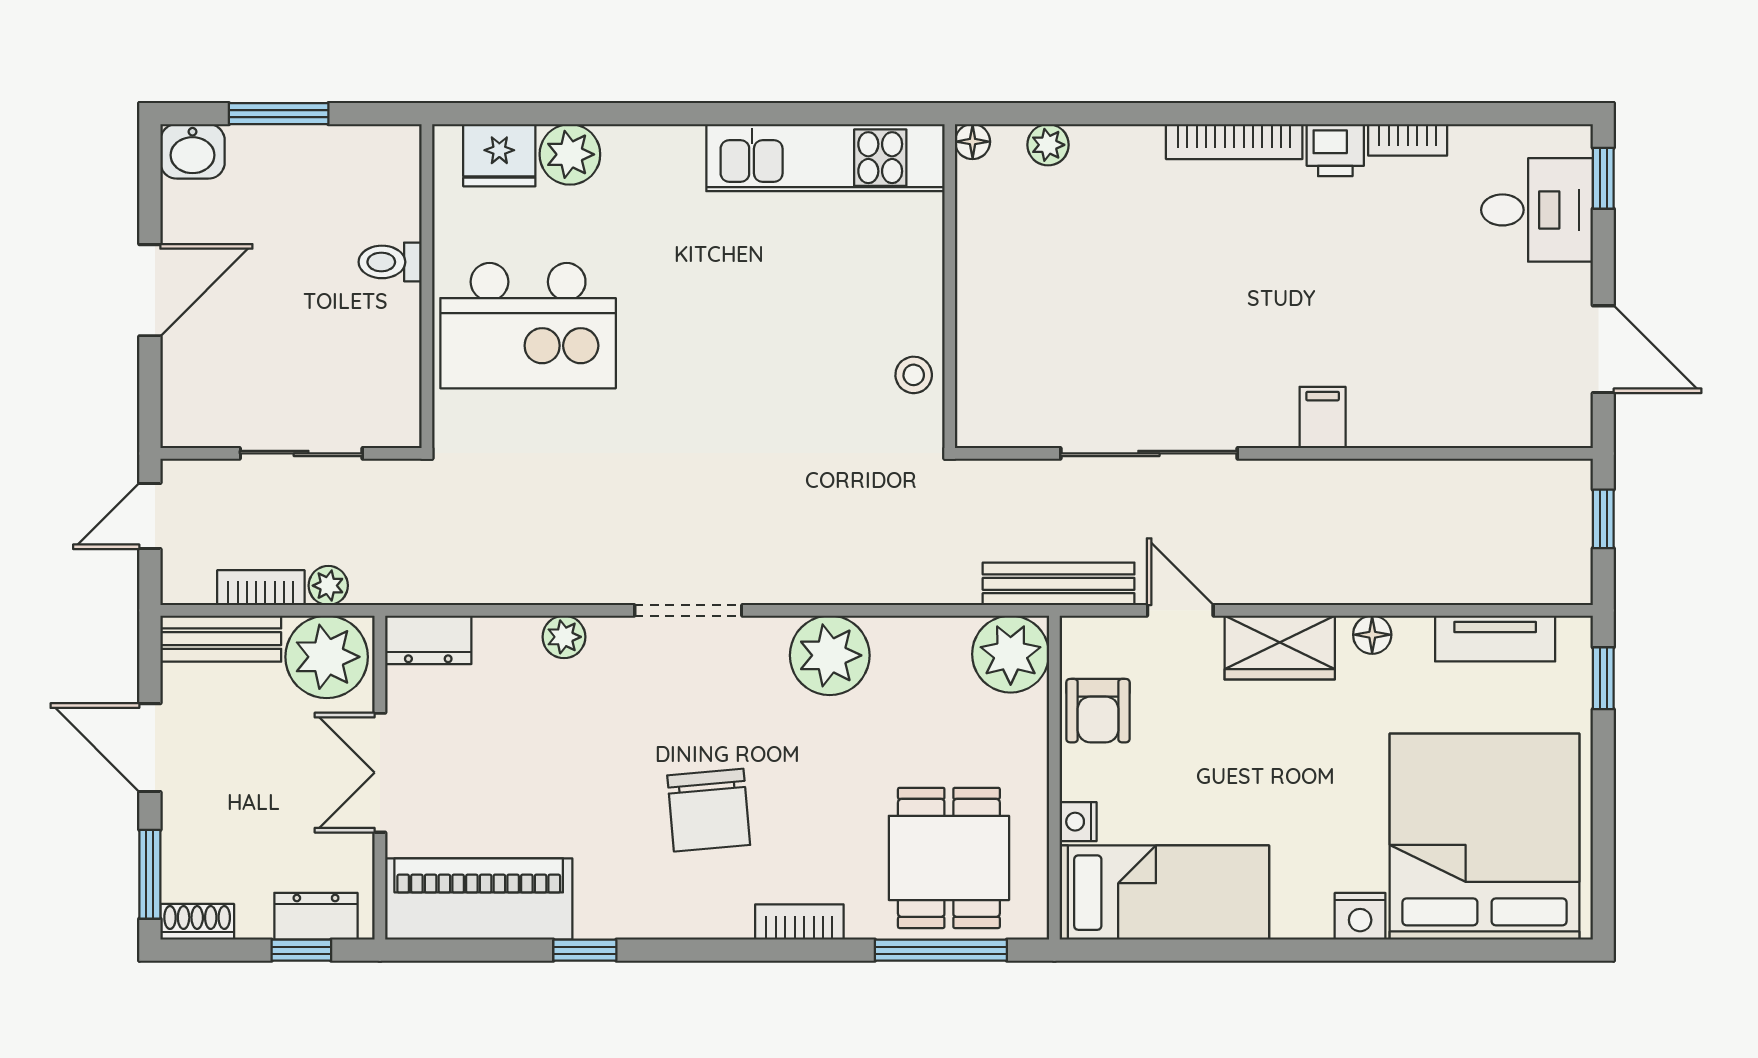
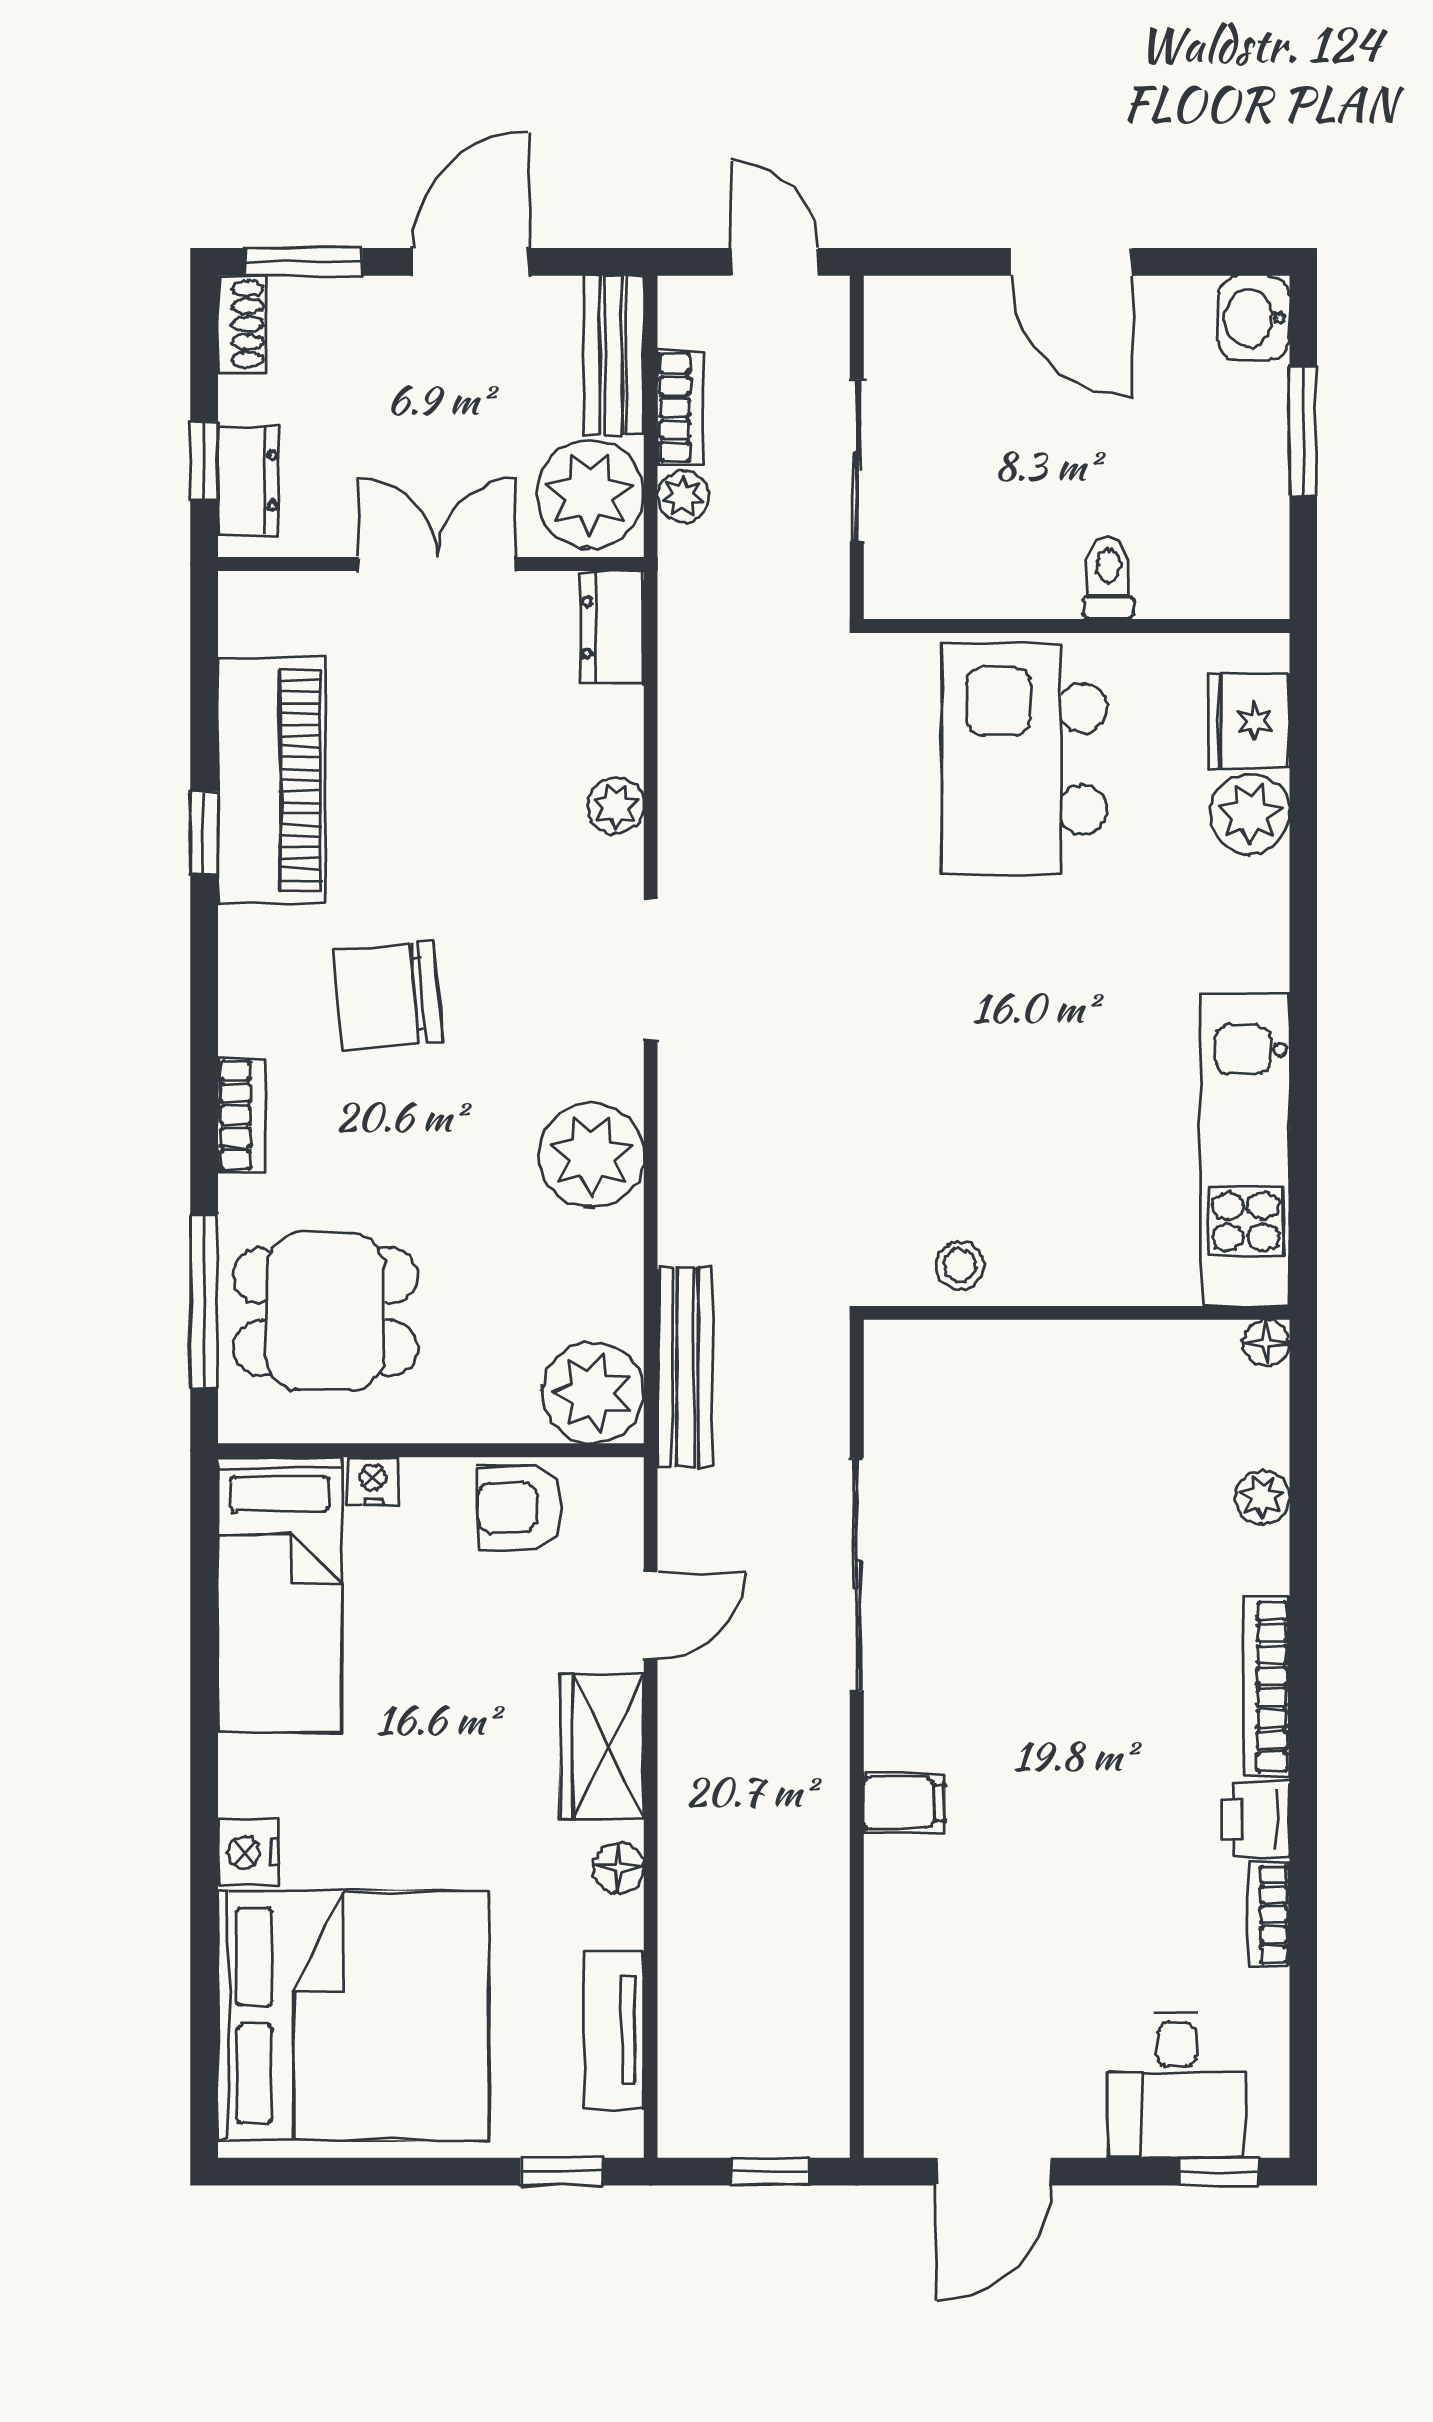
plant: (1048, 145) -> (1262, 1497), moved
bench: (1059, 584) -> (685, 1367), moved
piano: (479, 899) -> (271, 781), moved

